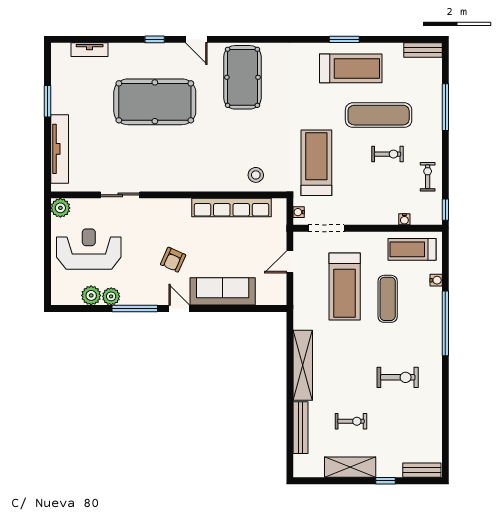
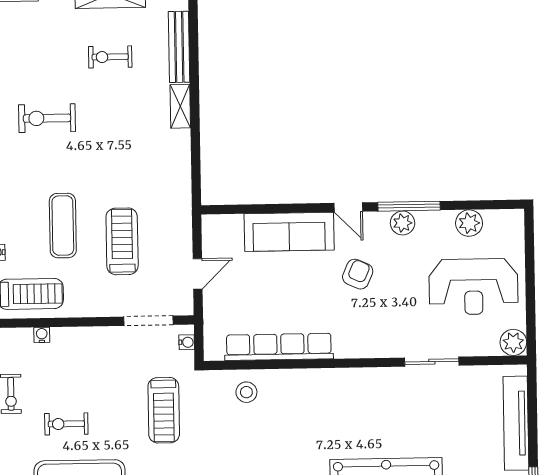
treadmill: (316, 163) -> (164, 410), width x0.73, depth x0.73
treadmill: (345, 287) -> (122, 241), width x0.73, depth x0.73
plant: (111, 296) -> (403, 223), moved
shelving: (303, 365) -> (180, 106), width x0.45, depth x0.75

